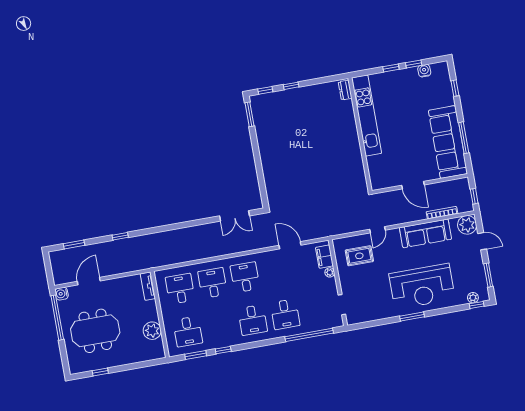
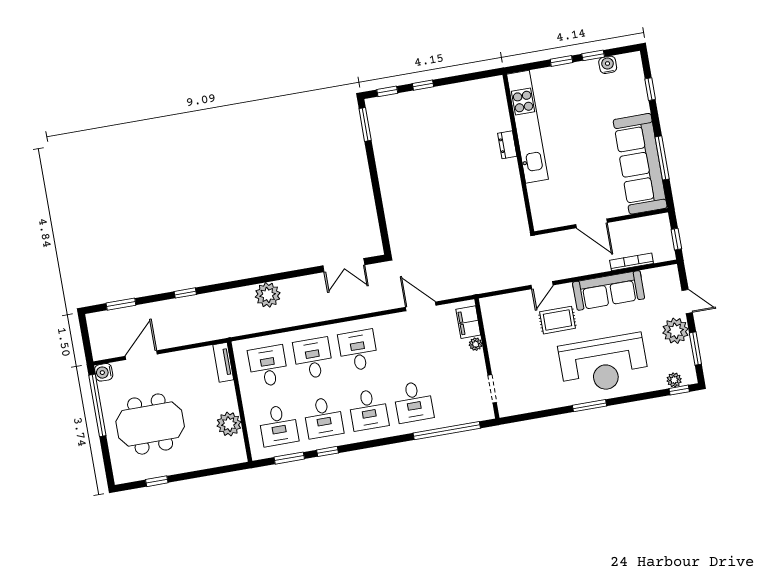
dresser: (345, 90) -> (507, 145), moved
plant: (467, 225) -> (675, 331), moved
plant: (180, 237) -> (268, 295), added
rug: (359, 256) -> (557, 320), moved
desk: (220, 326) -> (323, 418), added

